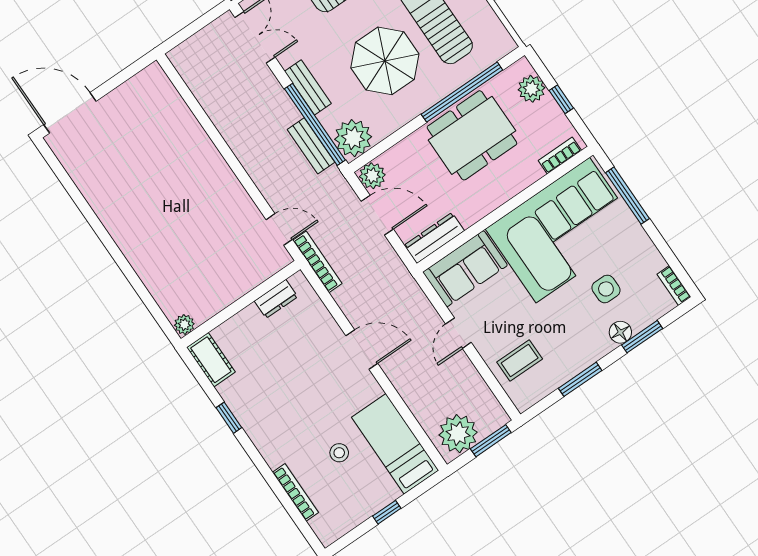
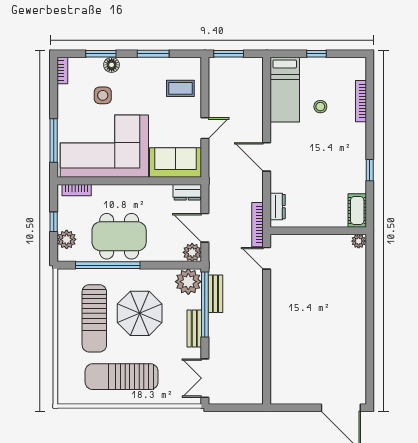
dresser: (434, 238) -> (187, 192), width x0.70
dresser: (276, 299) -> (278, 207), moved, turned 90
plant: (458, 434) -> (245, 71), removed

